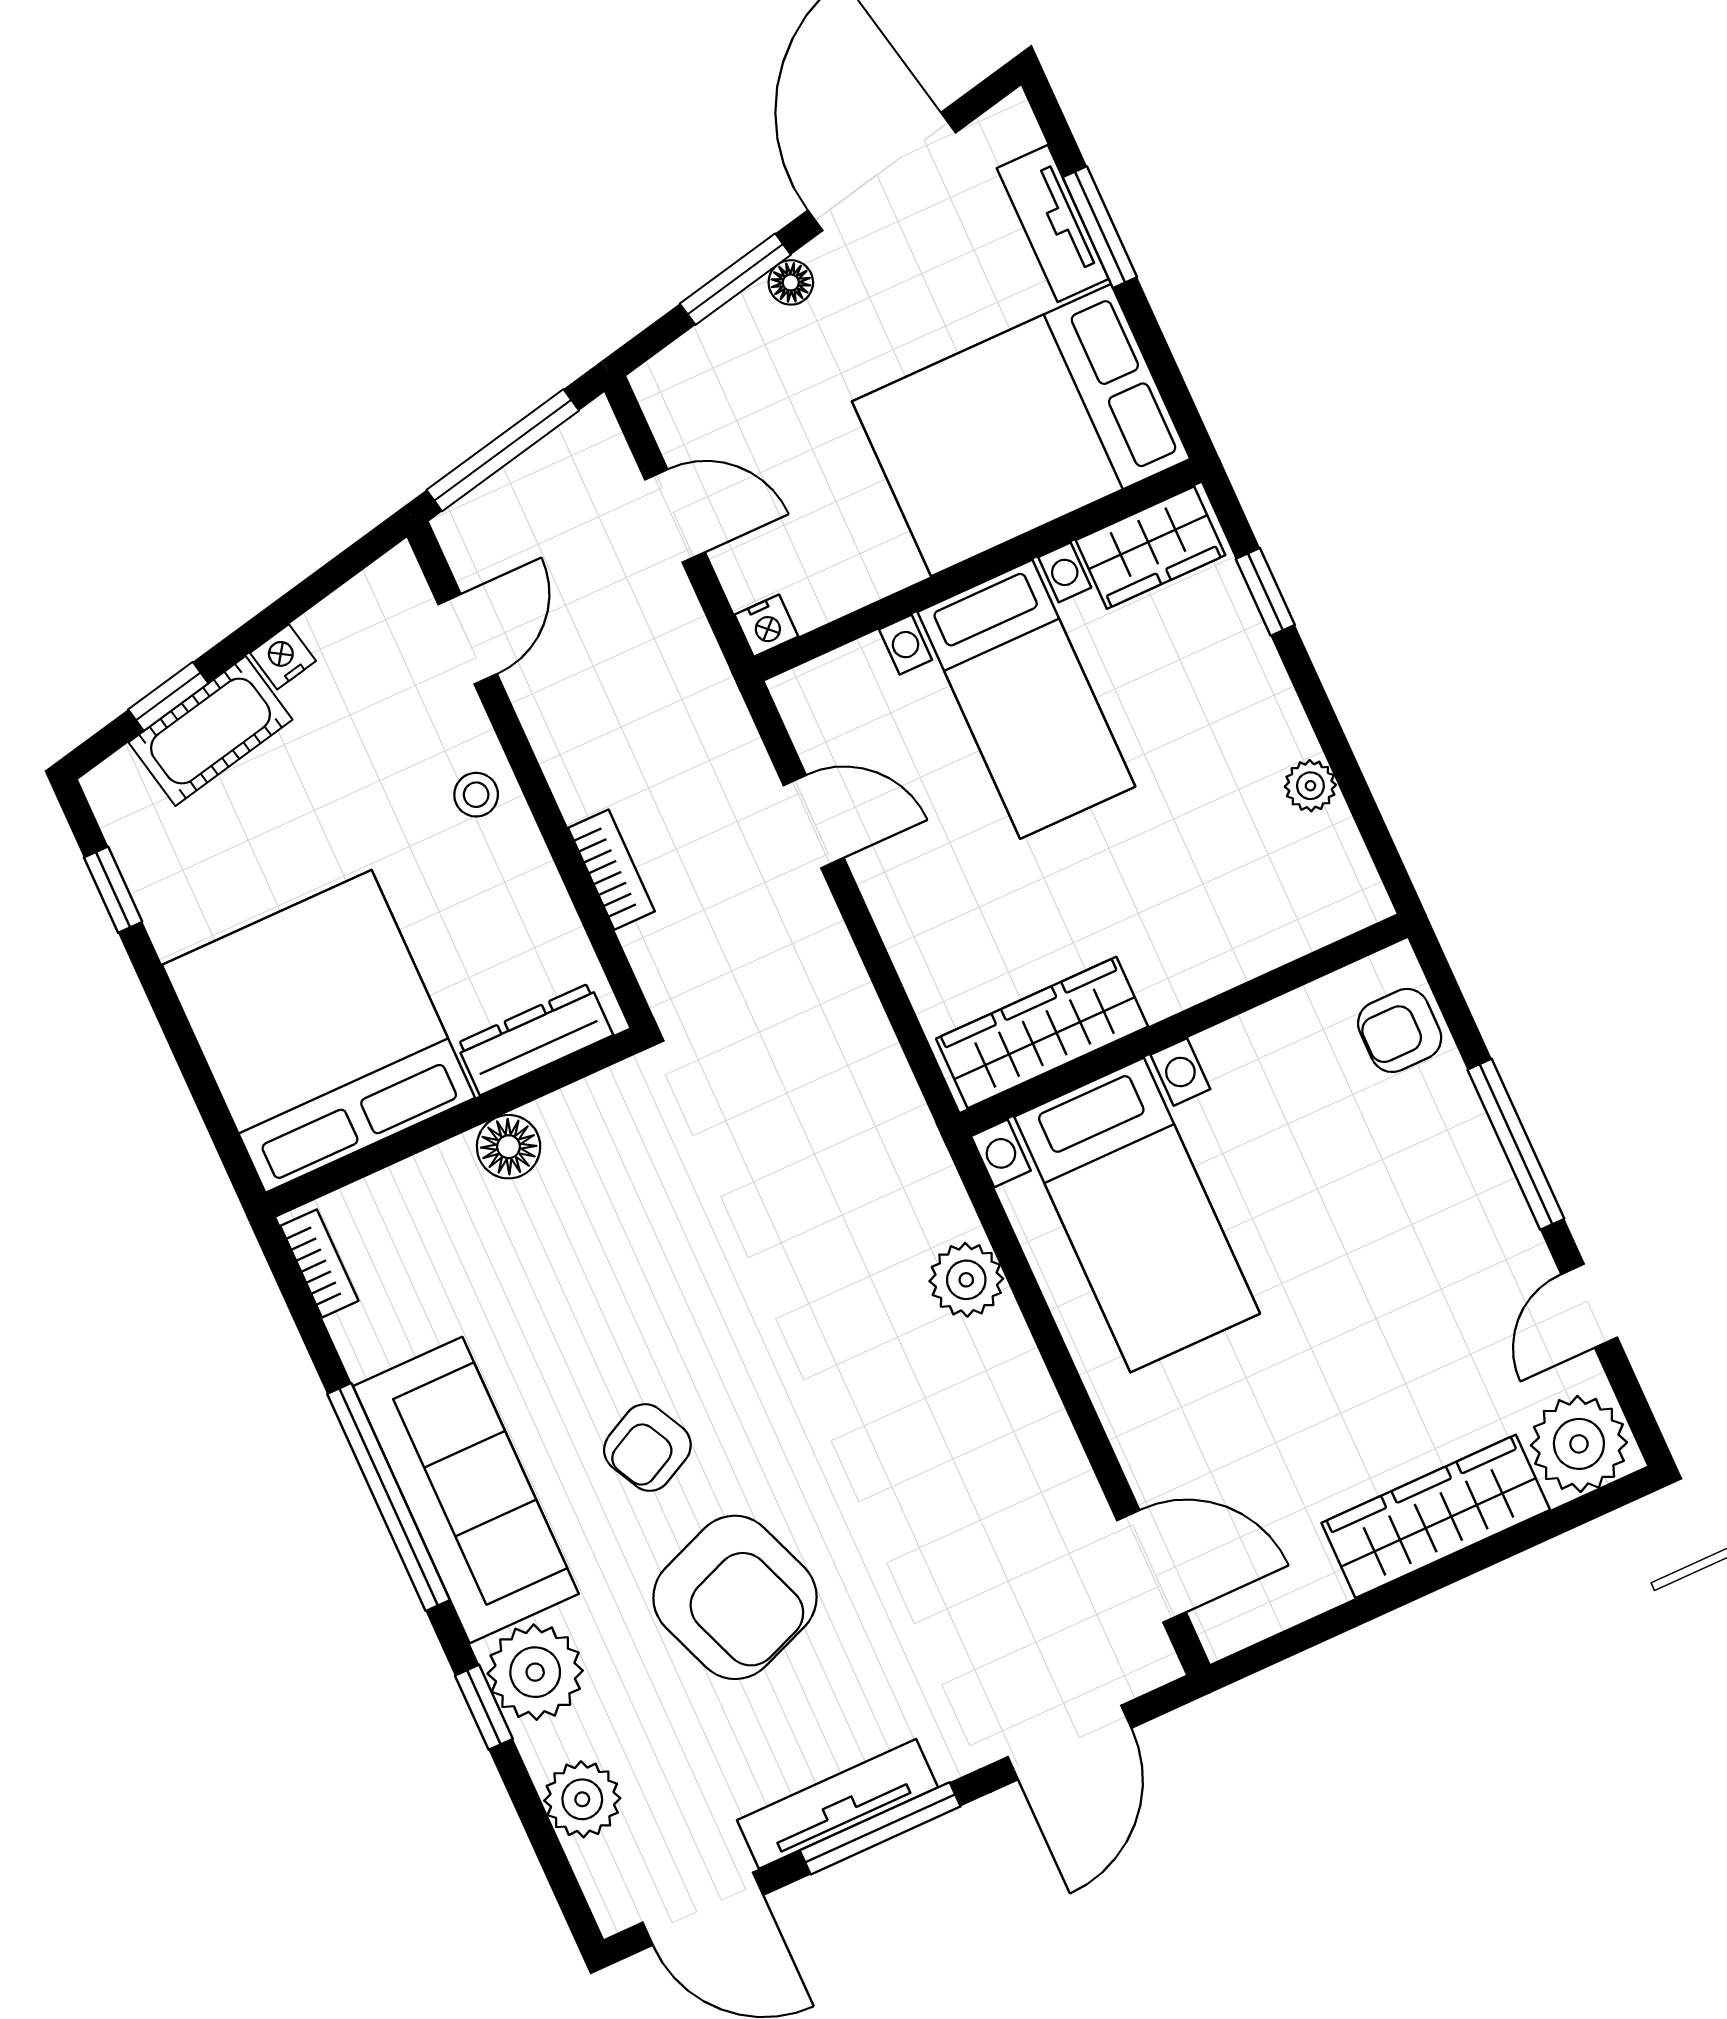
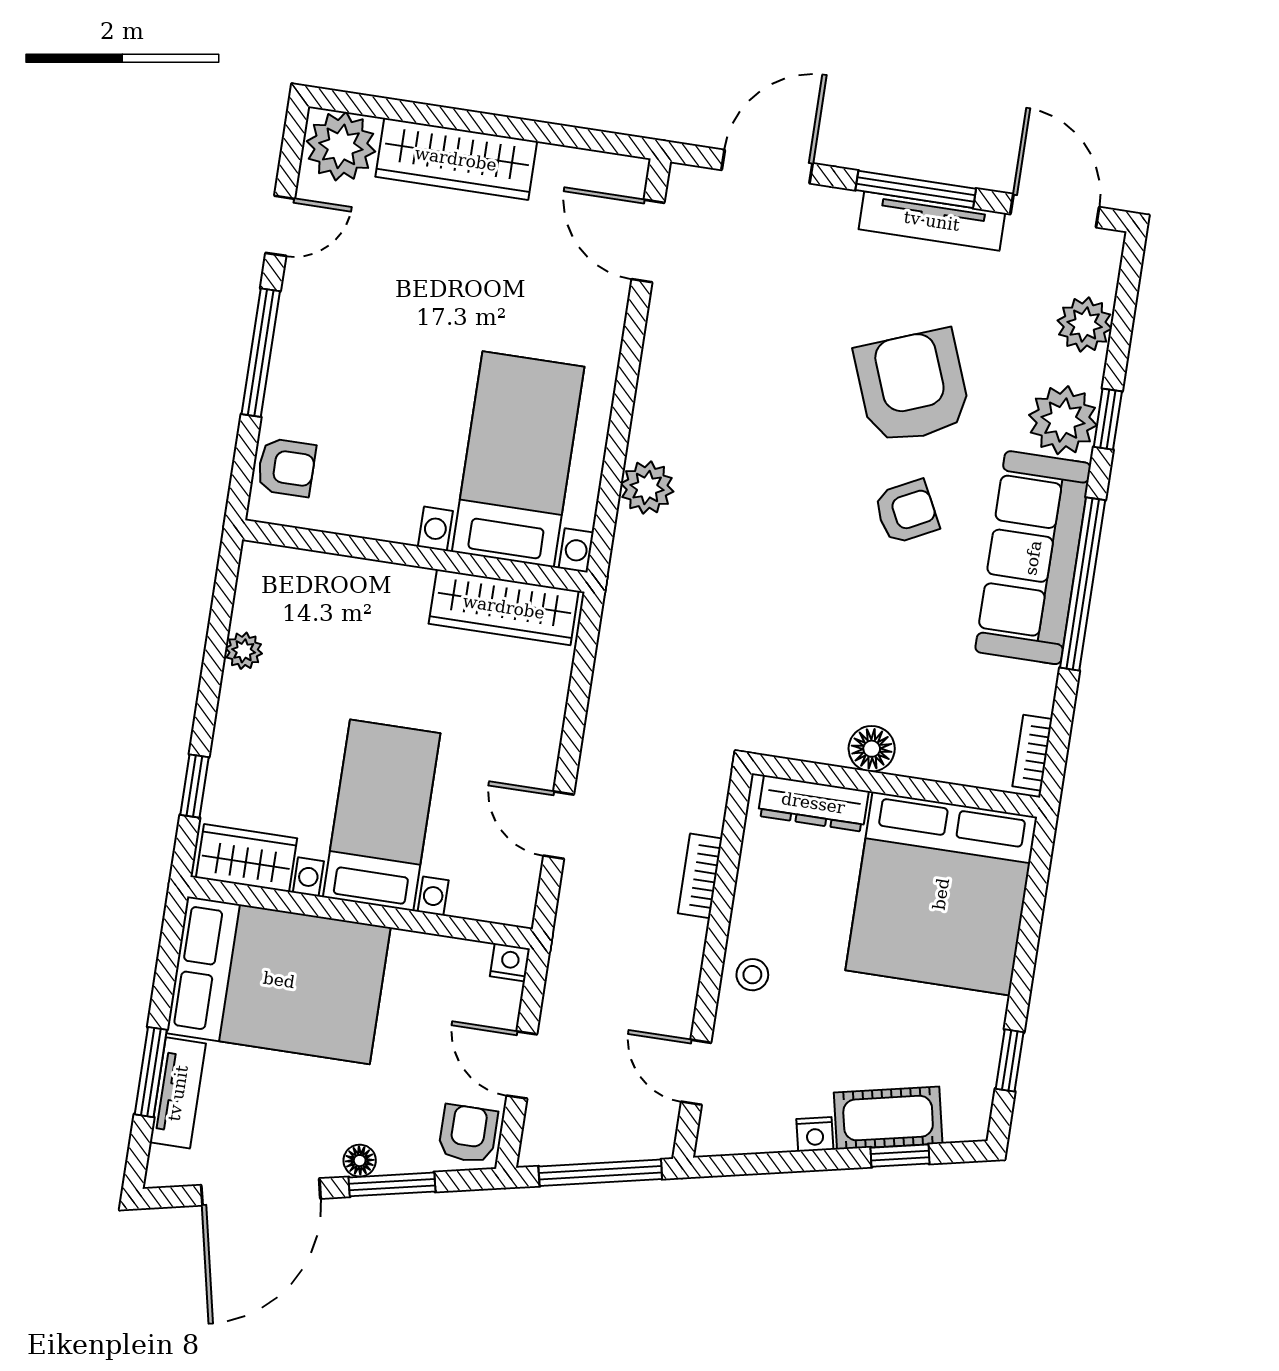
armchair: (685, 395) -> (468, 1134), added
door: (468, 639) -> (696, 1072), hinge flipped

